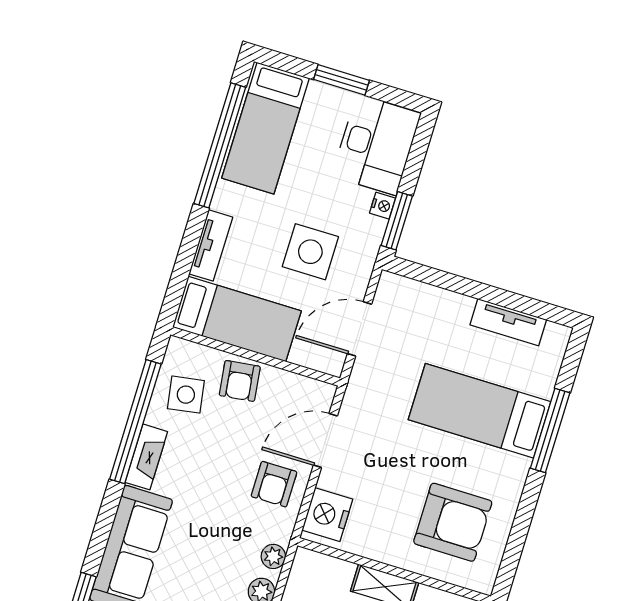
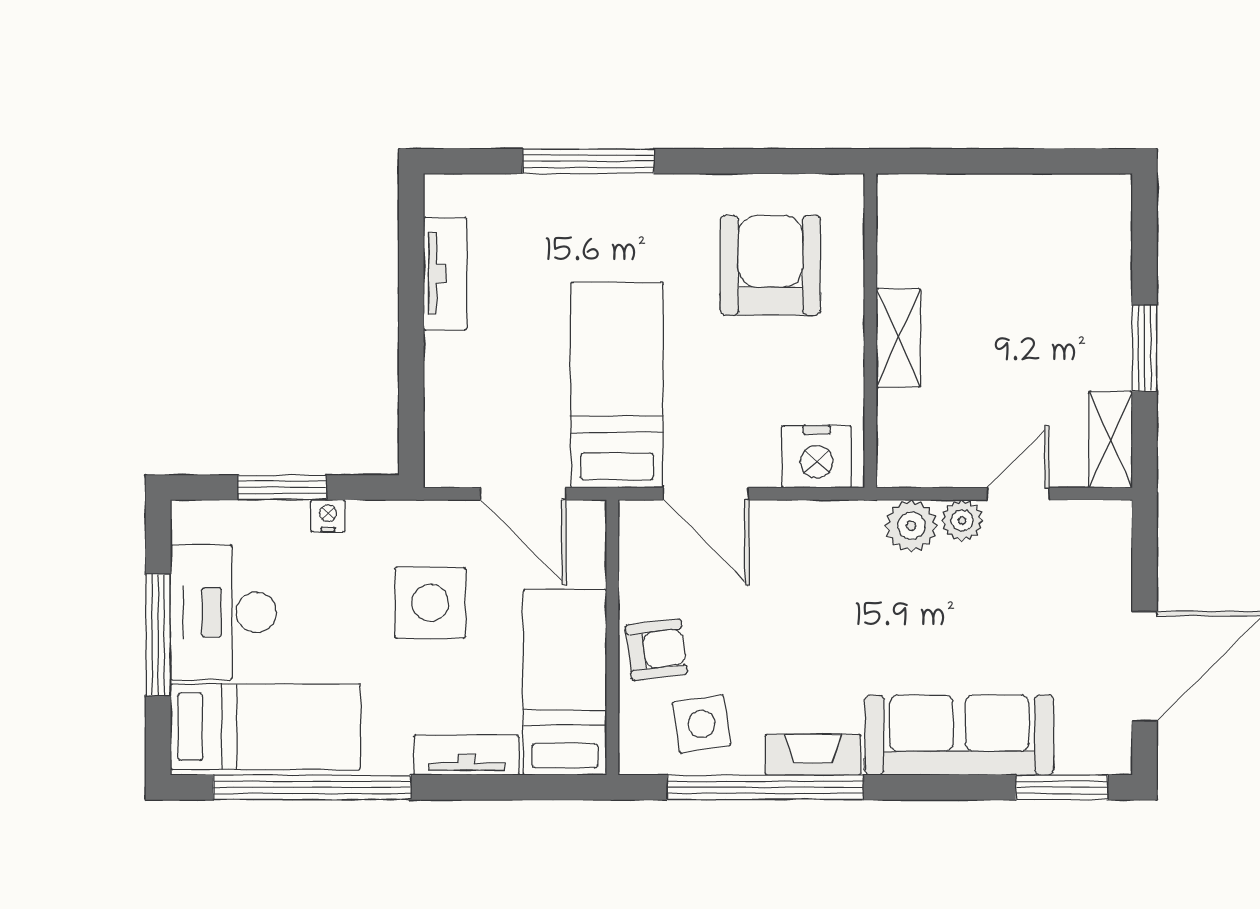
window: (342, 80) -> (158, 635), width x1.44
desk: (376, 145) -> (223, 612), moved, turned -90
window: (397, 221) -> (282, 487), moved
bed: (479, 411) -> (617, 385), moved, turned 180
armchair: (274, 484) -> (795, 551), removed
plant: (273, 556) -> (911, 526), width x1.38, depth x1.38

